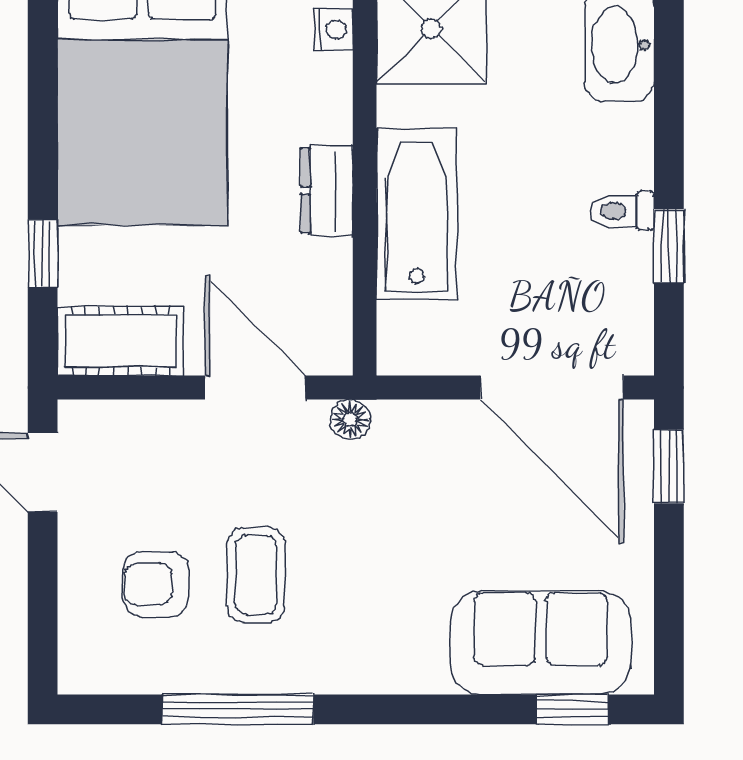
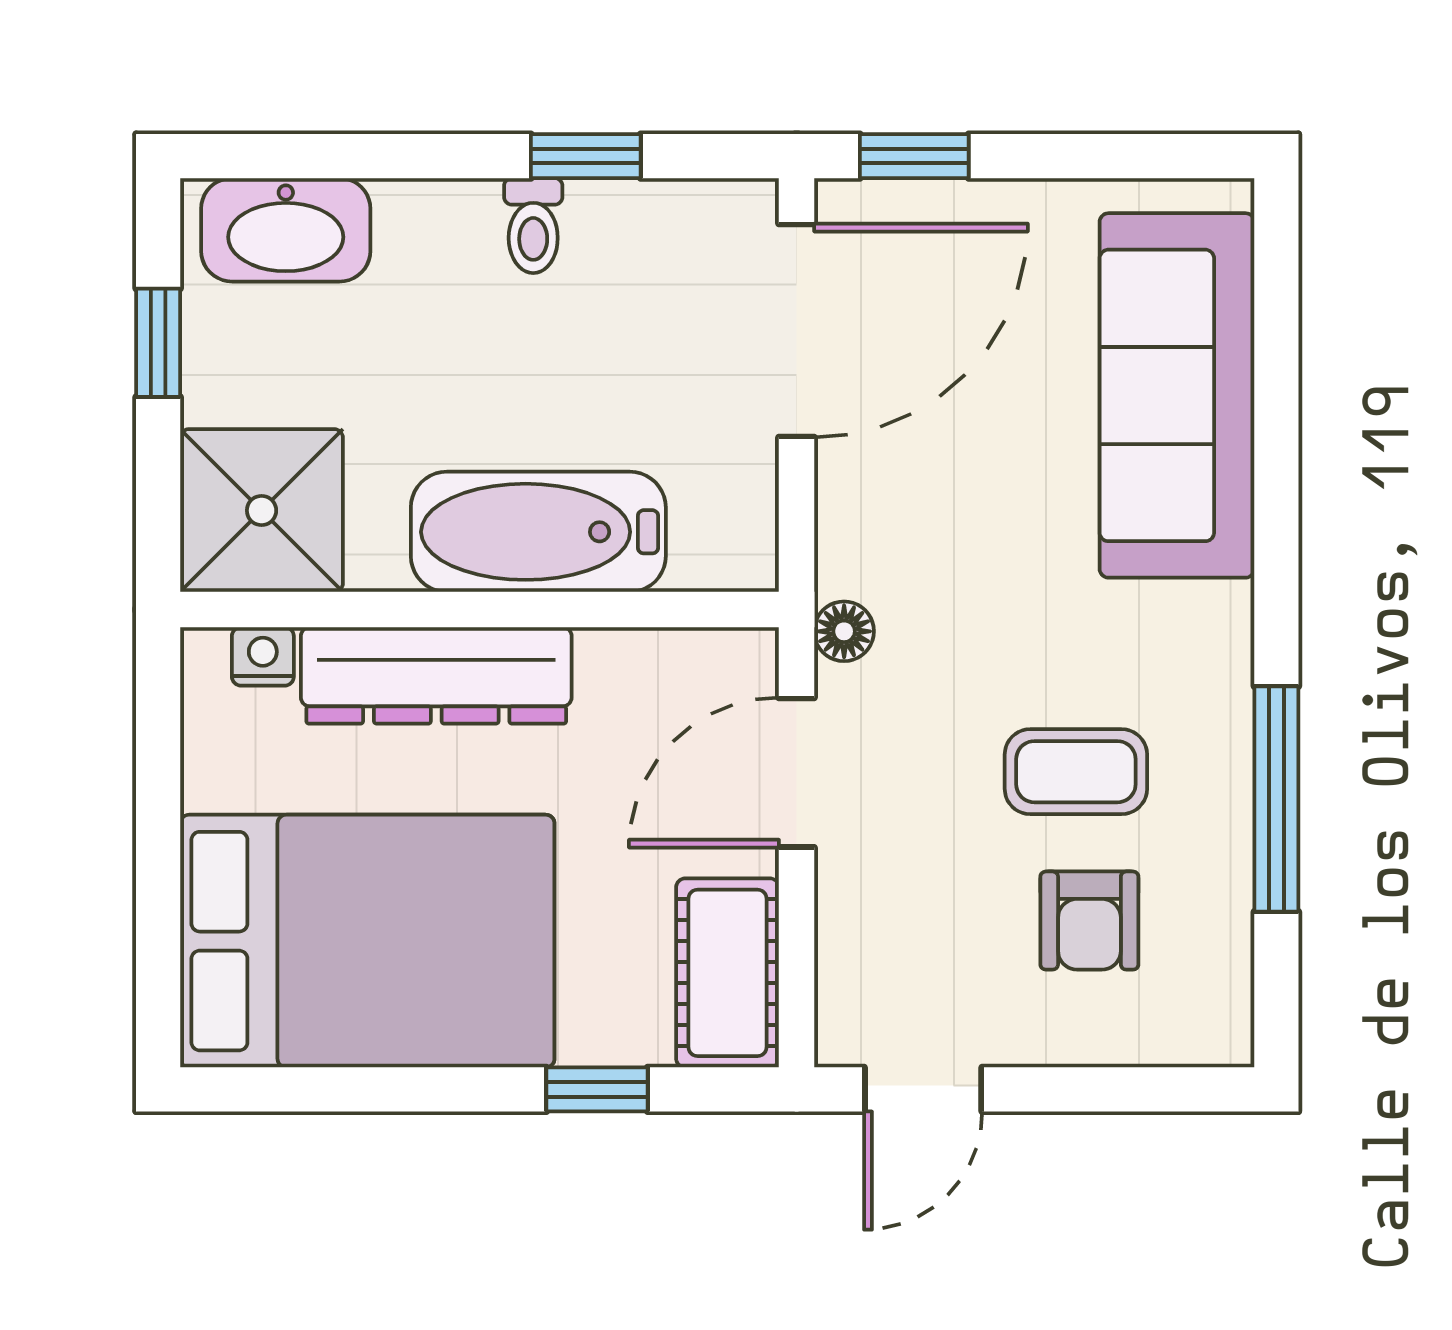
dresser: (327, 190) -> (436, 675), width x1.96, depth x1.24
sofa: (541, 643) -> (1177, 395), width x1.36
window: (572, 709) -> (1276, 300), removed

